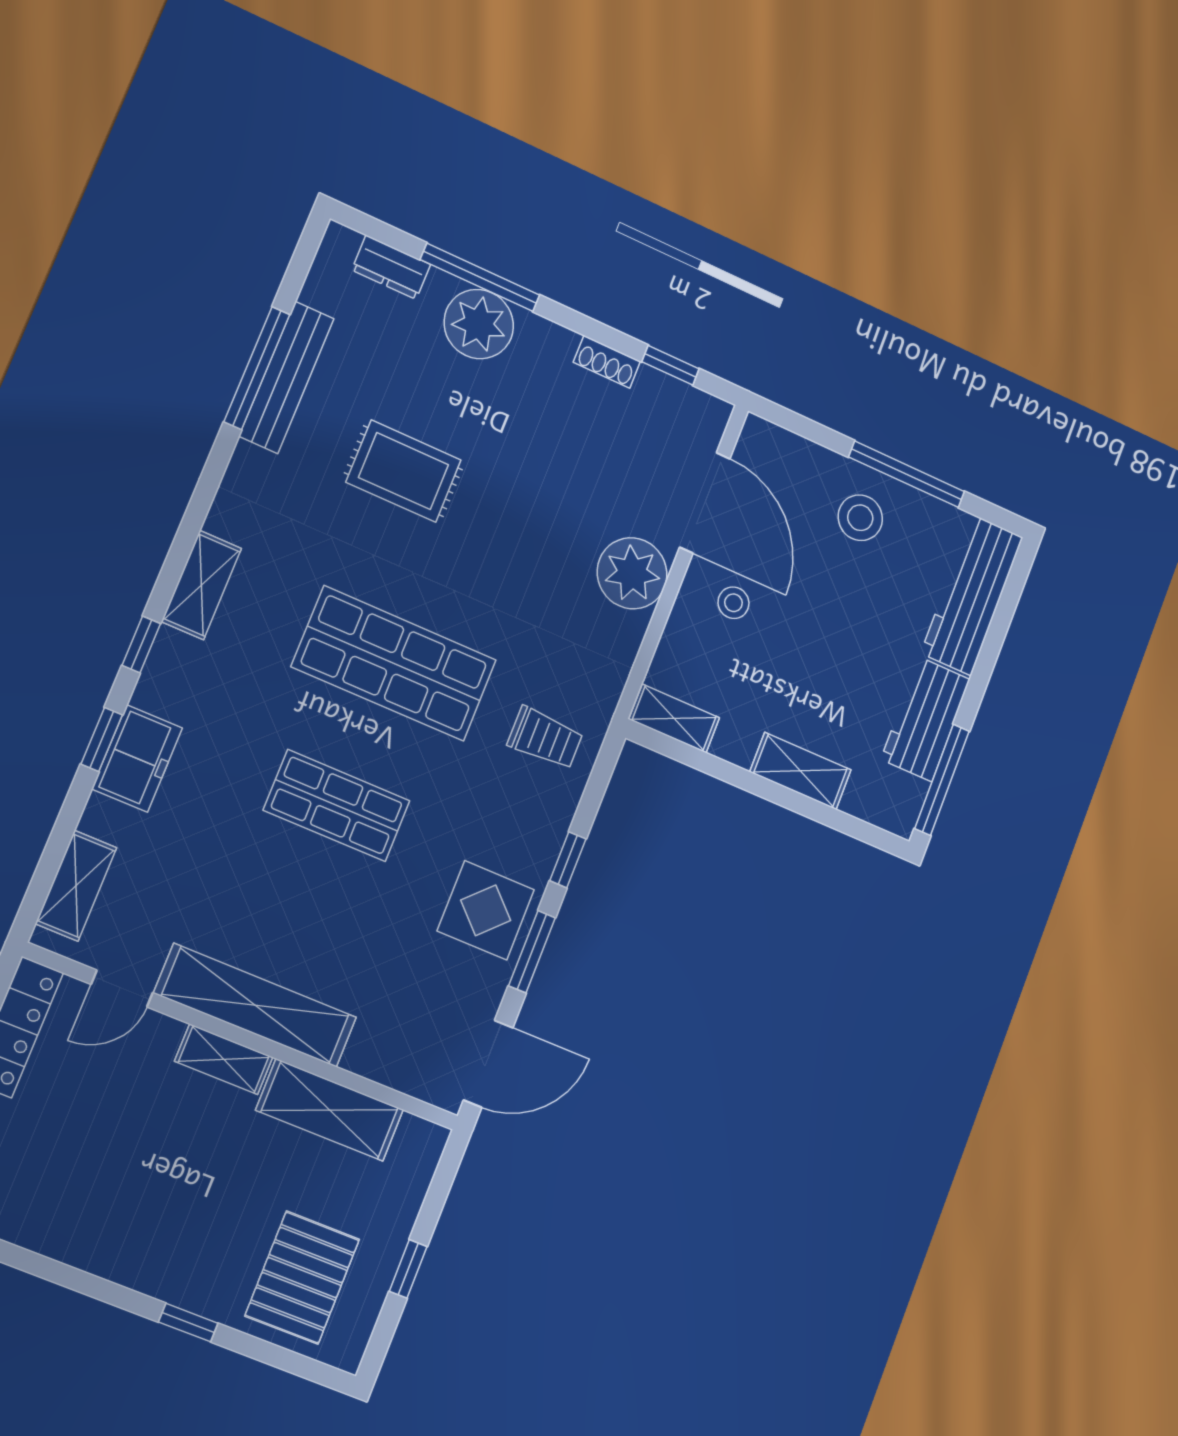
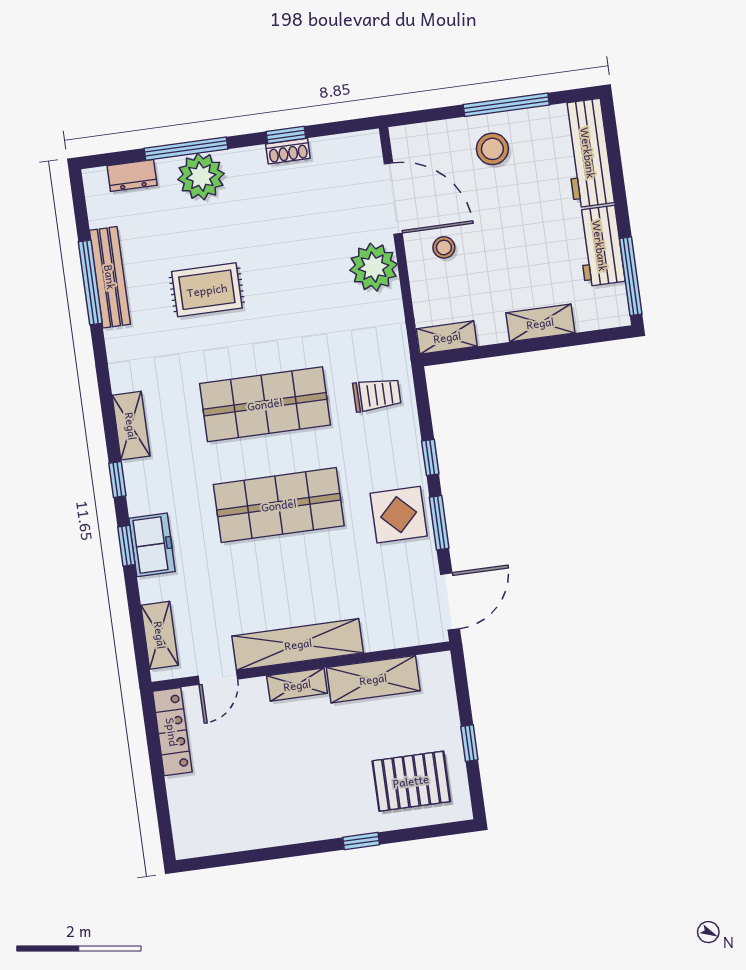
window: (670, 365) -> (286, 135), moved
shop shelf: (337, 805) -> (279, 505), width x1.43, depth x1.36
pallet: (302, 1278) -> (411, 781), turned 90

